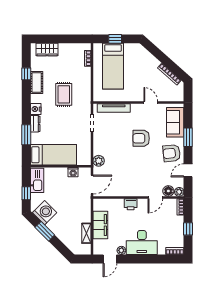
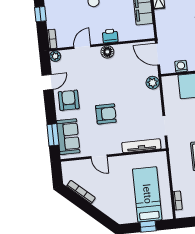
window: (188, 137) -> (53, 135), moved
armchair: (172, 153) -> (69, 100), turned -84
door: (92, 185) -> (157, 54), hinge flipped
floor lamp: (168, 191) -> (107, 52), moved

